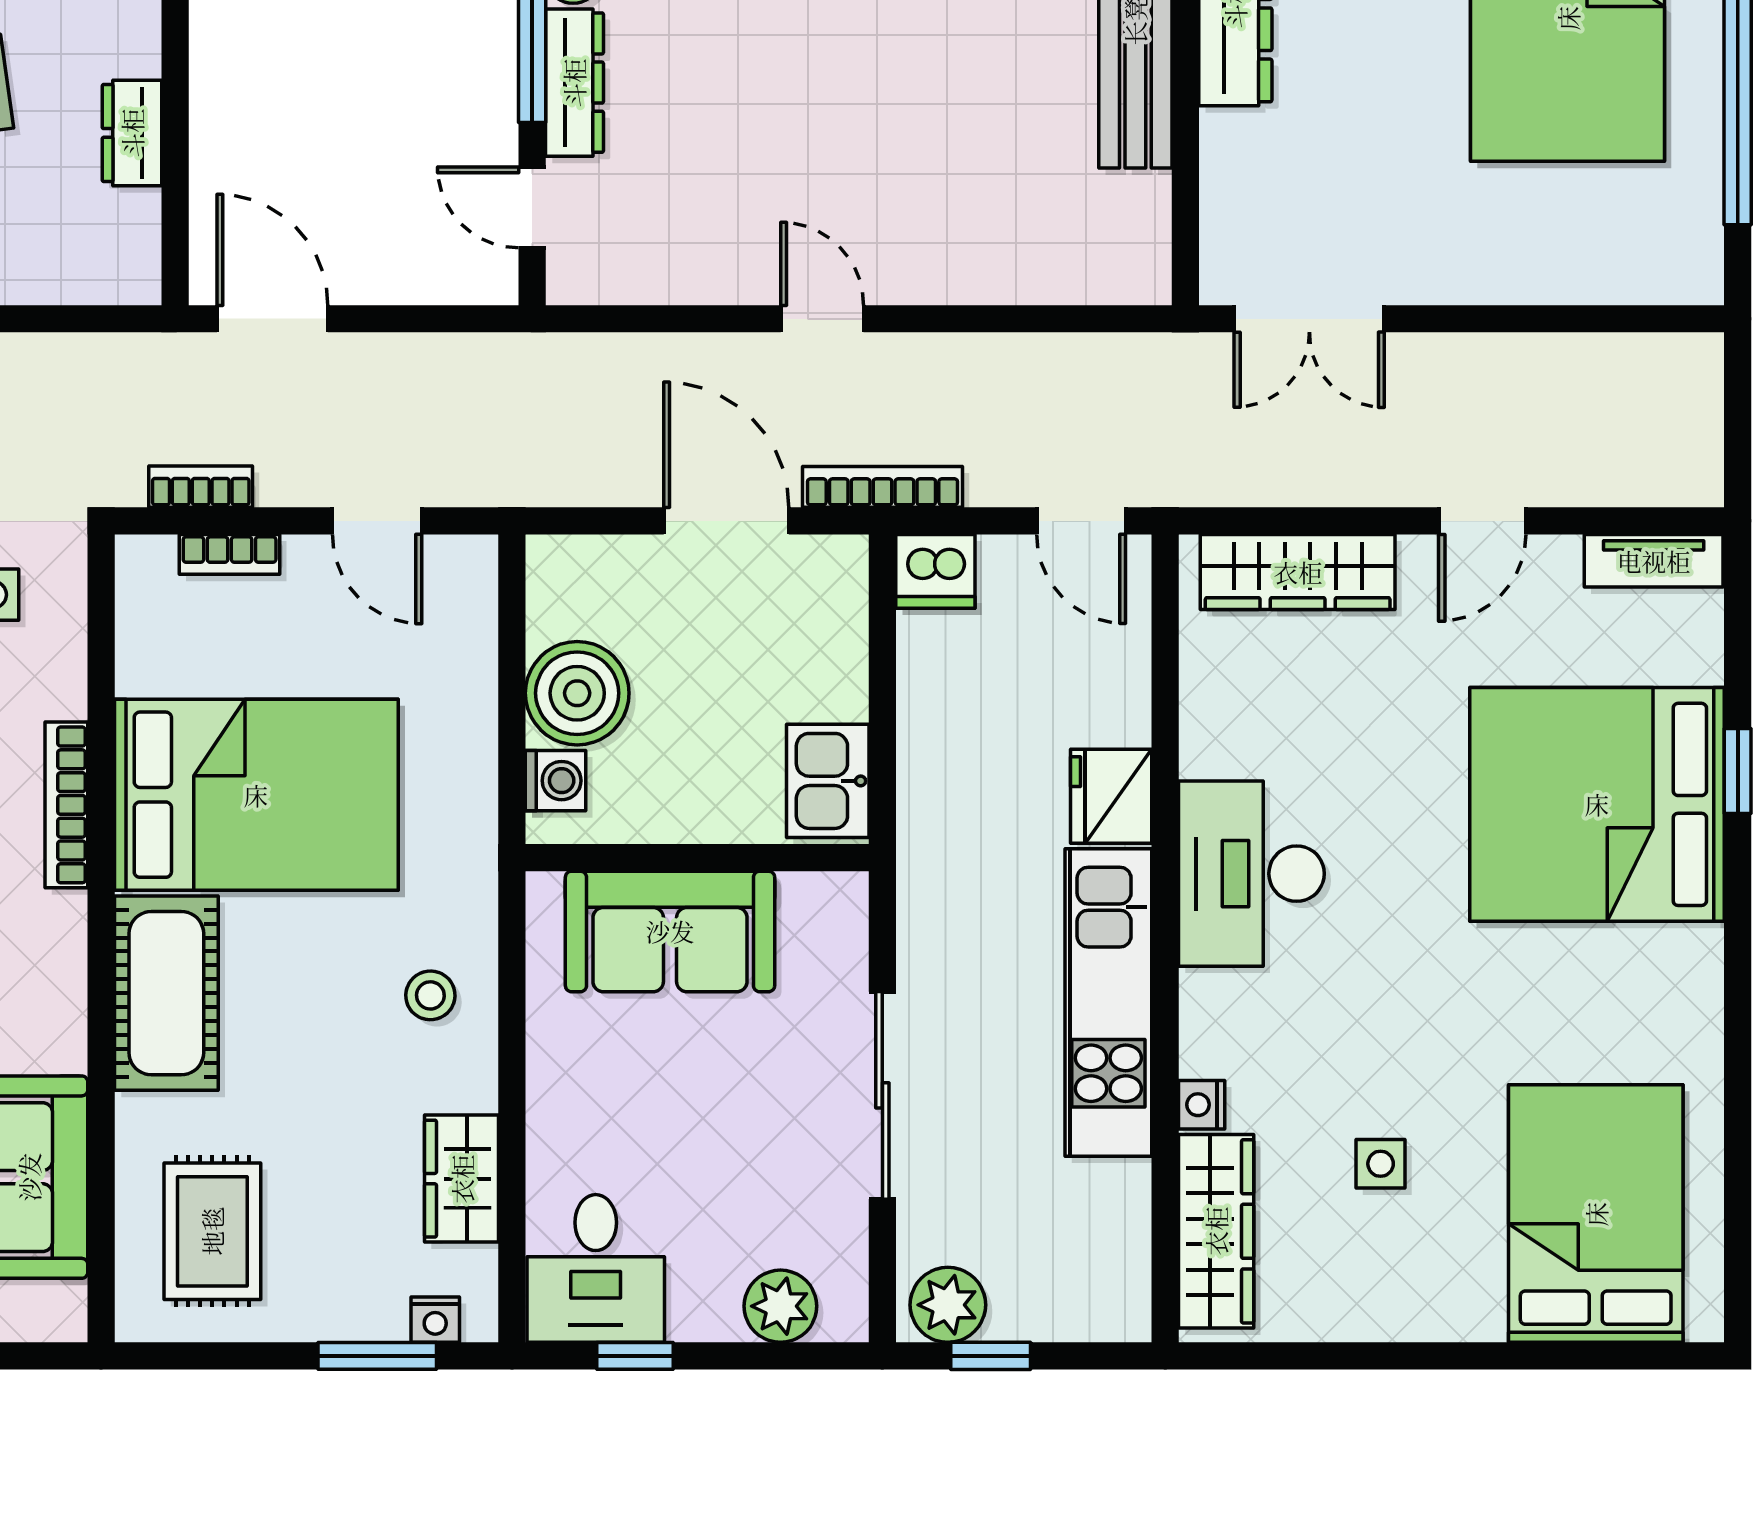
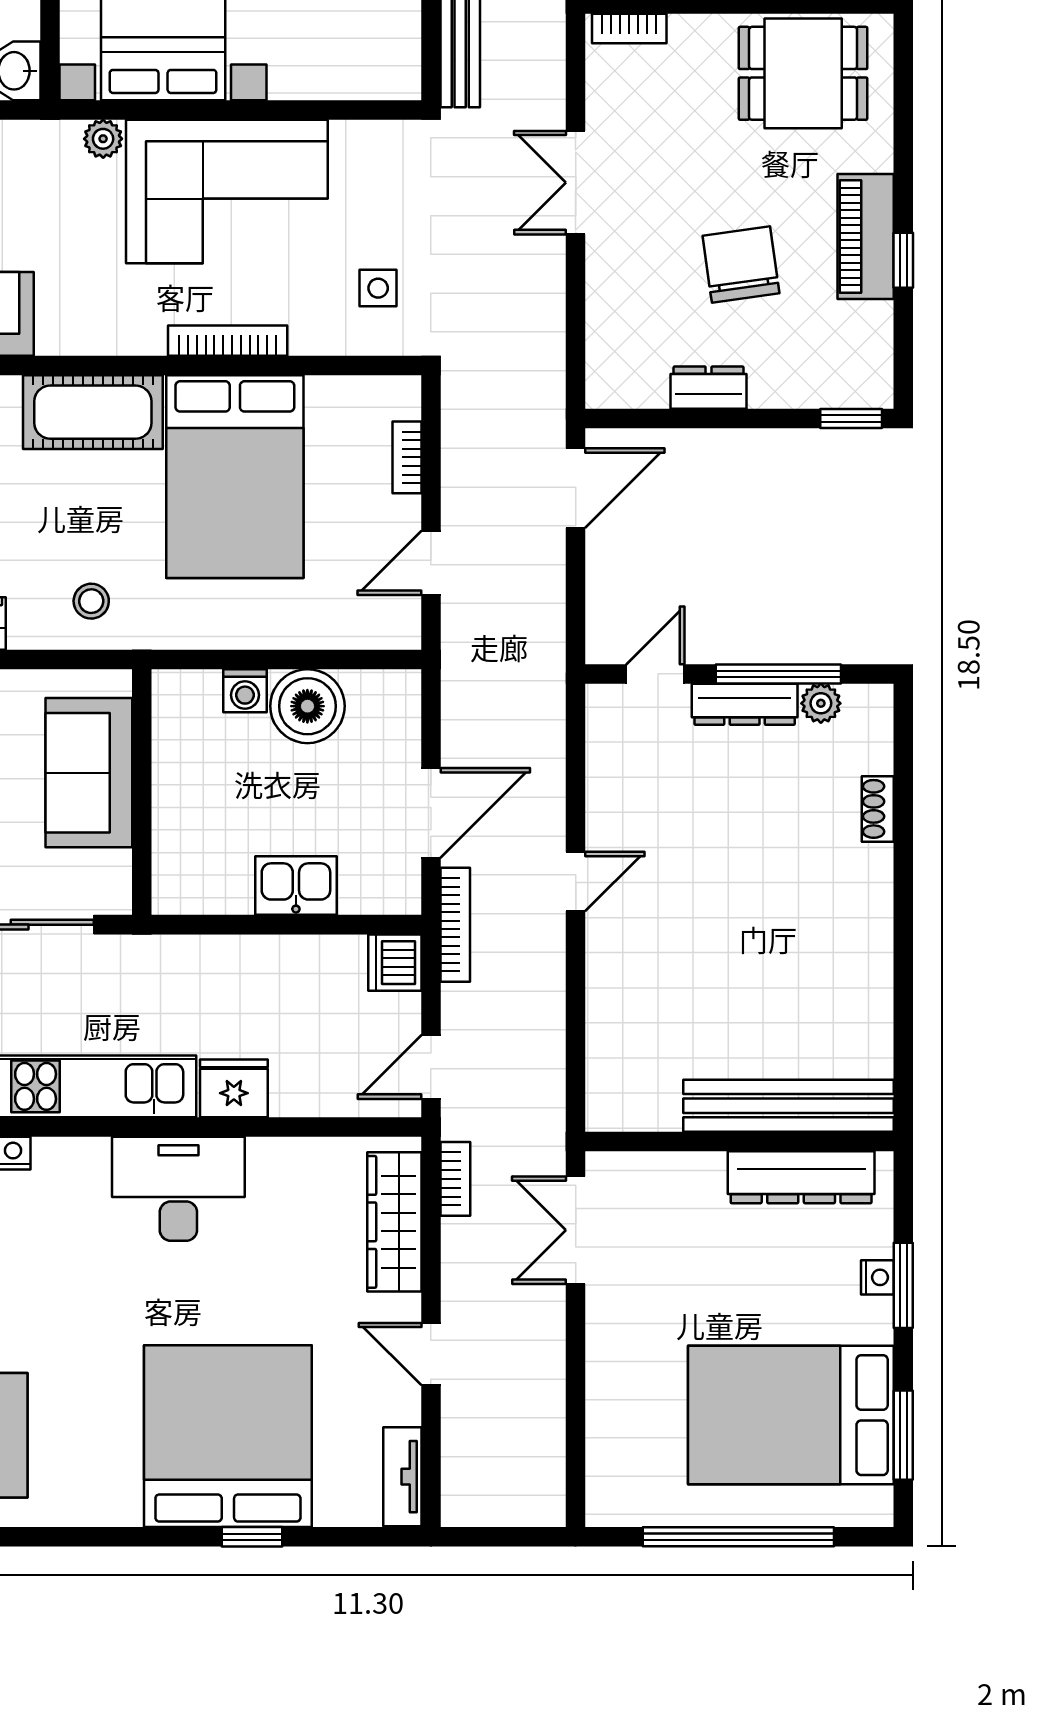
bookcase: (201, 487) -> (455, 1179), moved
kitchen sink: (828, 781) -> (296, 886), moved
wall: (697, 858) -> (142, 792), moved
sofa: (670, 931) -> (89, 773), moved

